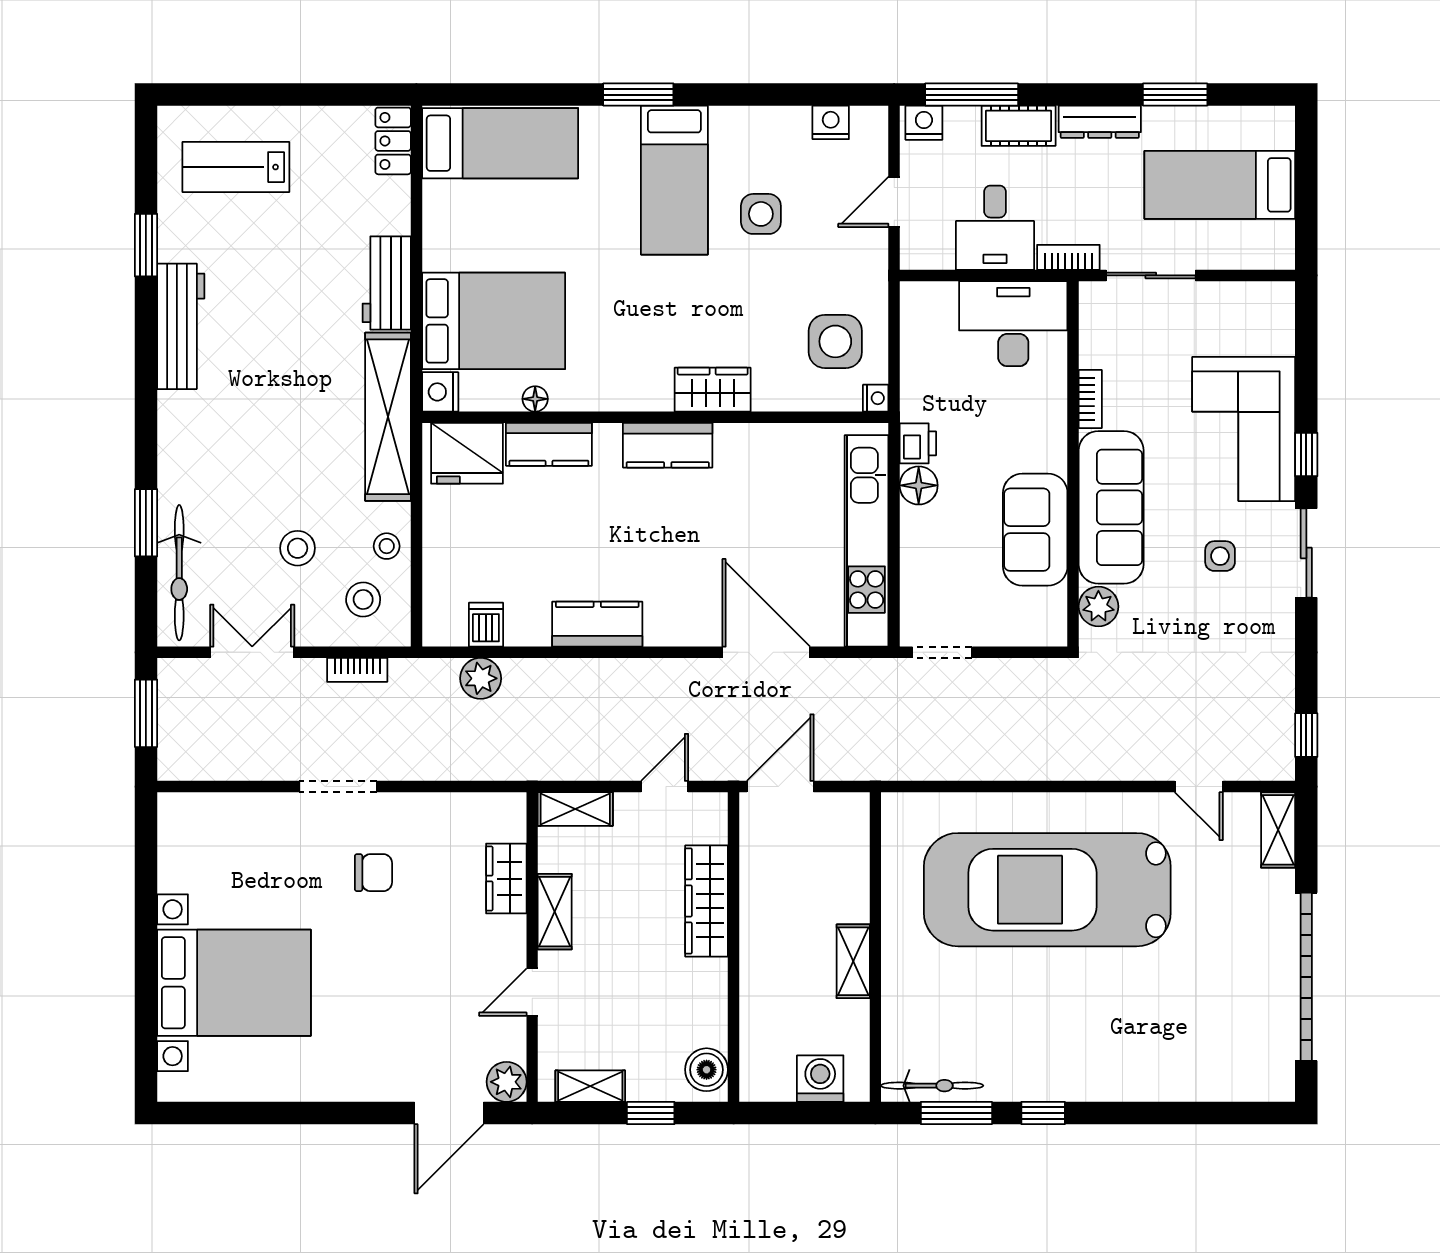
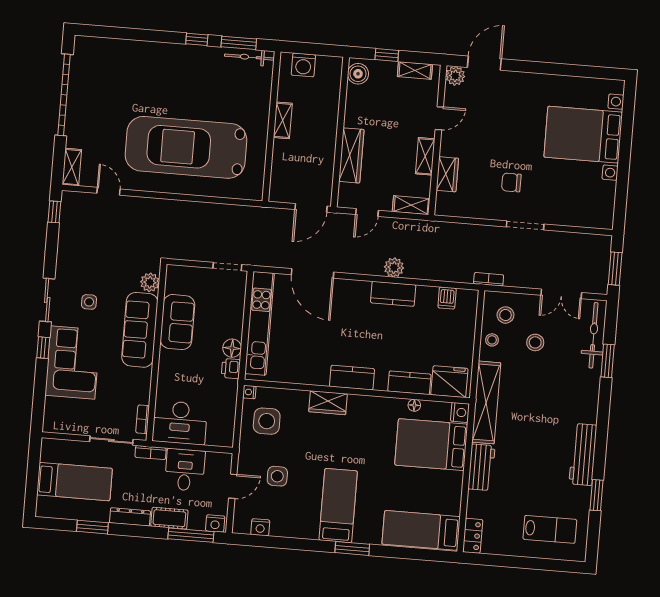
side table: (761, 214) -> (277, 476), moved
bookcase: (1090, 399) -> (143, 419), moved
bookcase: (357, 670) -> (489, 279), moved
plant: (481, 678) -> (394, 267), moved
car: (1047, 890) -> (186, 147), turned 180

